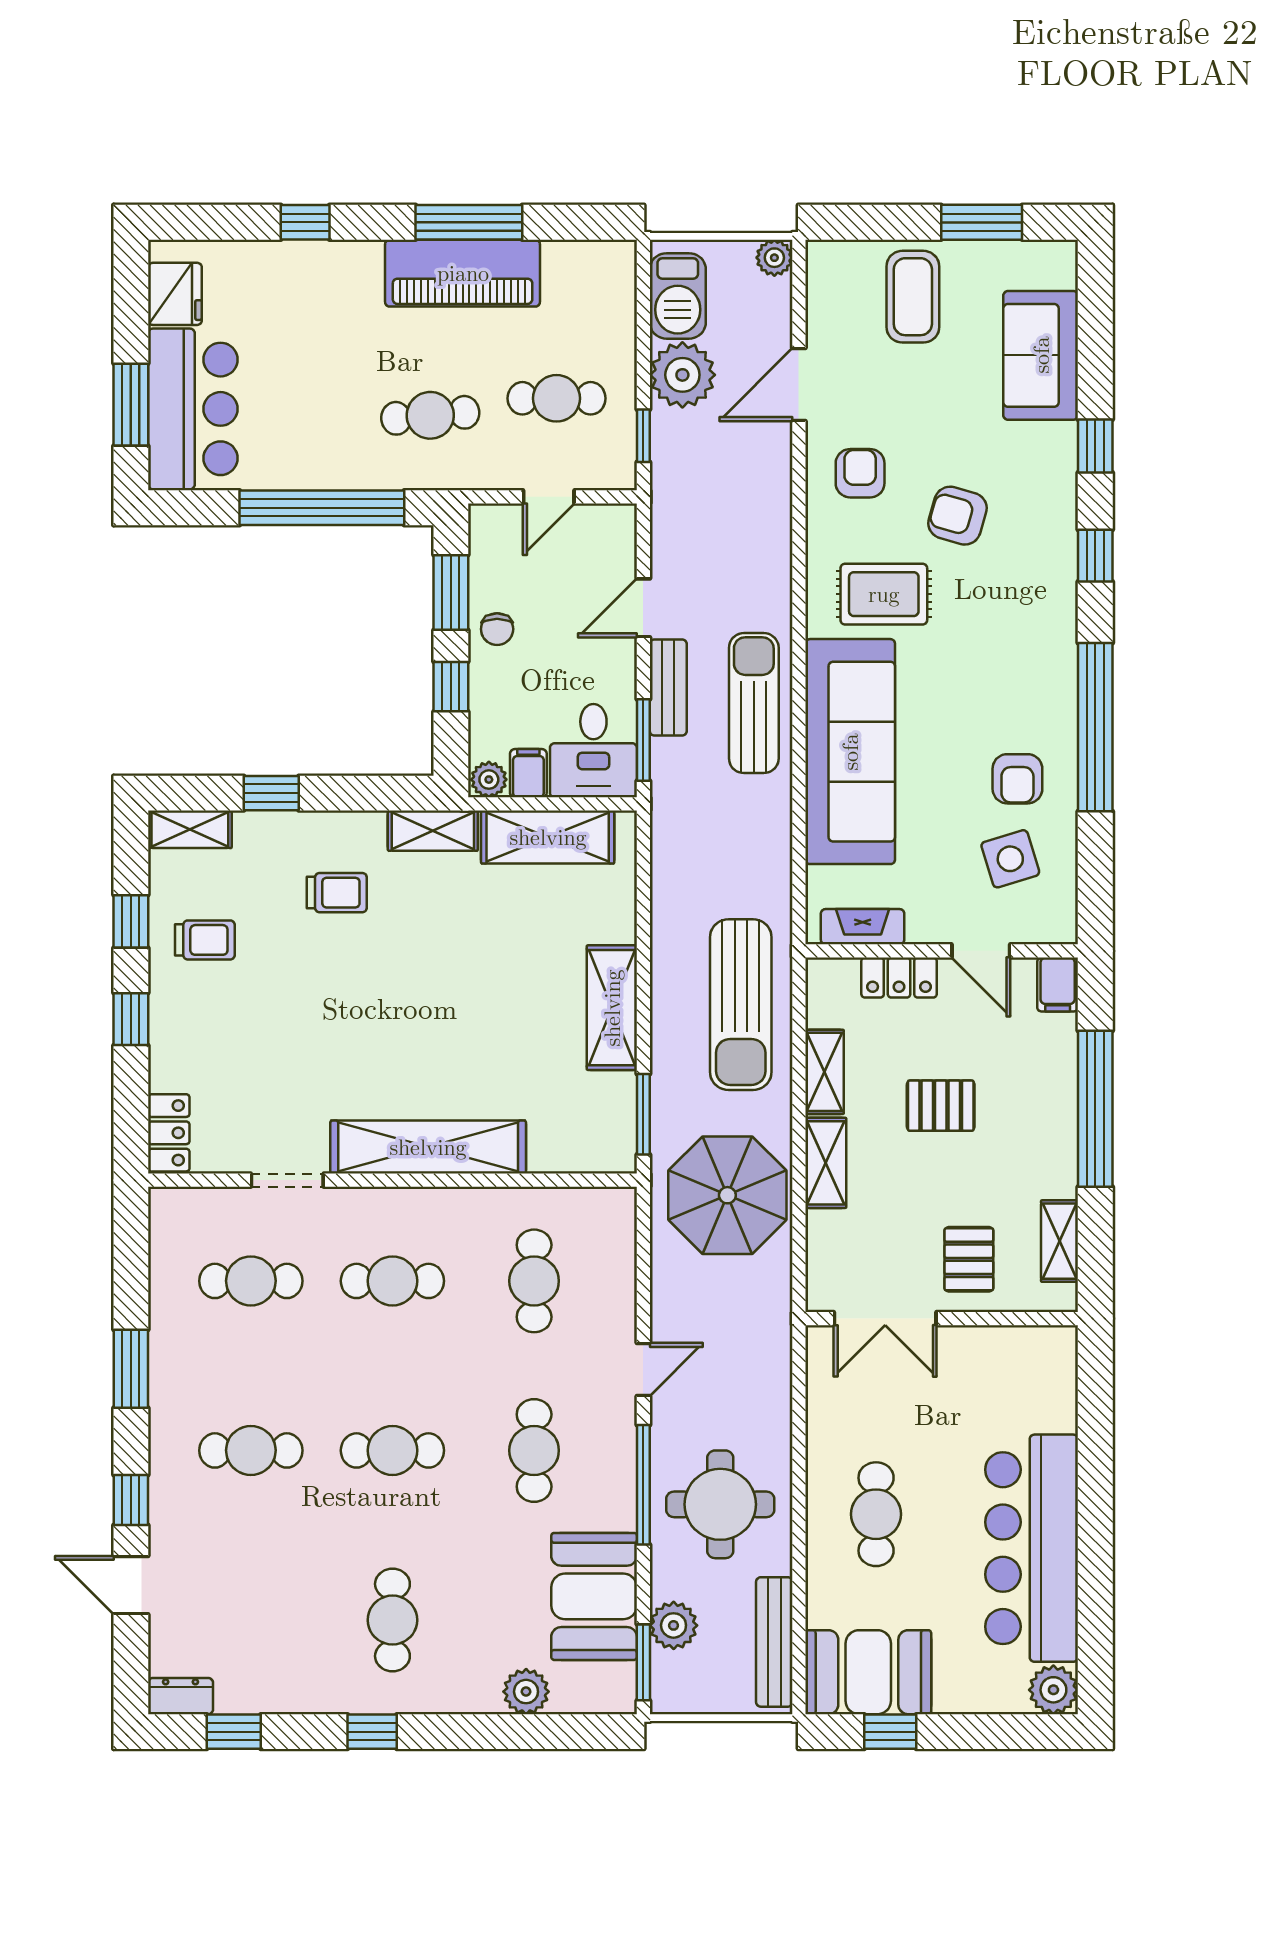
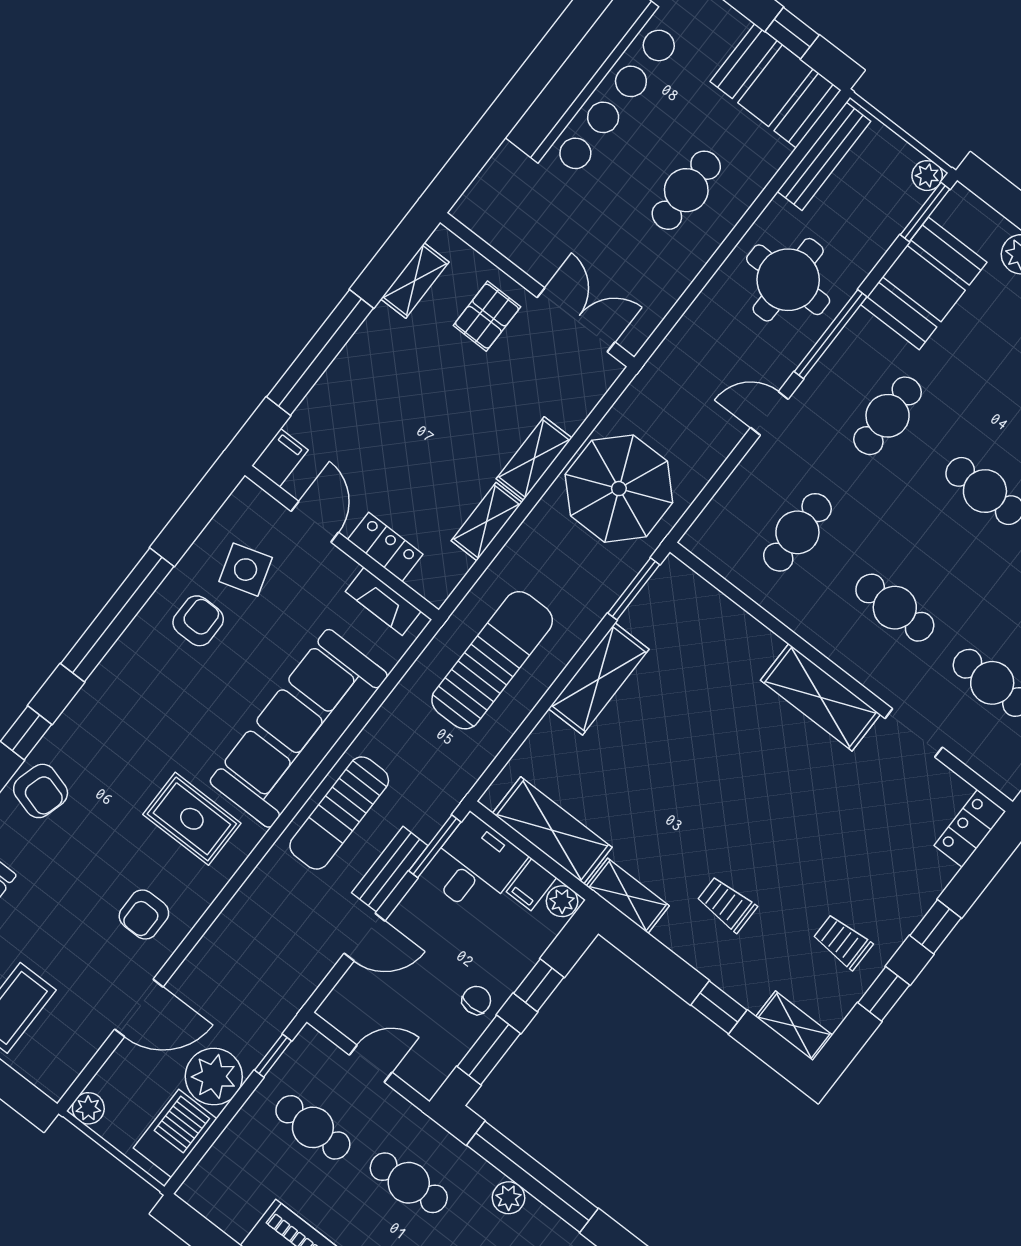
plant: (329, 472) -> (509, 1198), added
armchair: (958, 516) -> (41, 791), moved
sun lounger: (741, 1005) -> (492, 660), moved
pallet: (941, 1106) -> (425, 437), removed
shelving: (428, 1147) -> (820, 697), width x0.68
plant: (674, 1625) -> (927, 176), moved, width x0.73, depth x0.73

